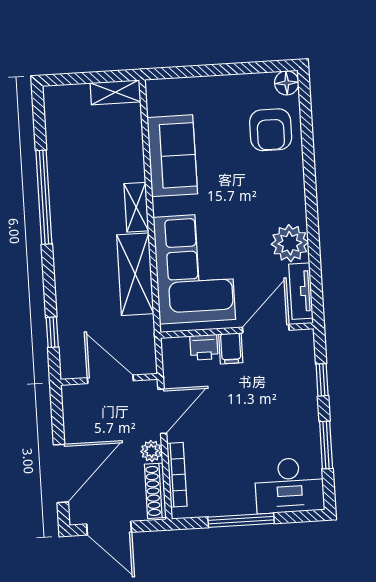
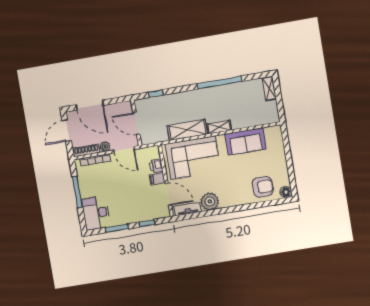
shelving: (115, 92) -> (269, 88), moved
armchair: (271, 130) -> (263, 187), turned 180
door: (110, 379) -> (136, 124), swing flipped

